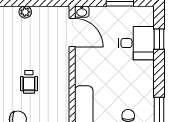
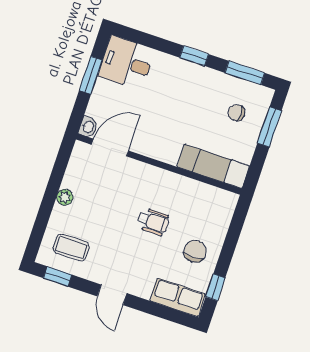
window: (159, 39) -> (194, 56), moved
desk: (136, 43) -> (126, 63), moved, turned -90

